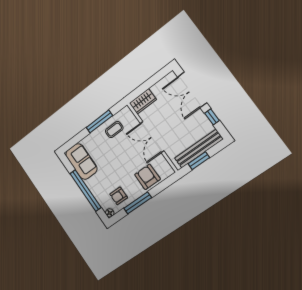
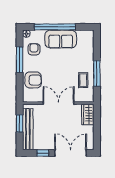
sofa: (81, 162) -> (61, 39), moved

